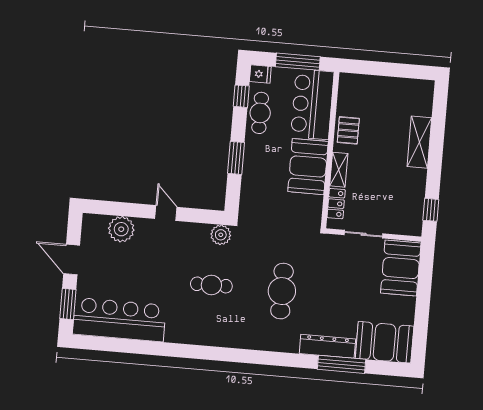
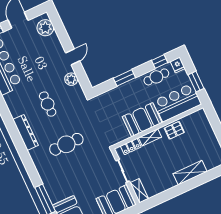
window: (298, 62) -> (196, 82), width x0.69
window: (431, 210) -> (157, 200), removed
shelving: (404, 227) -> (139, 191), added
plant: (121, 229) -> (45, 28), moved
plant: (221, 235) -> (71, 79), moved
dresser: (327, 346) -> (25, 132), moved

